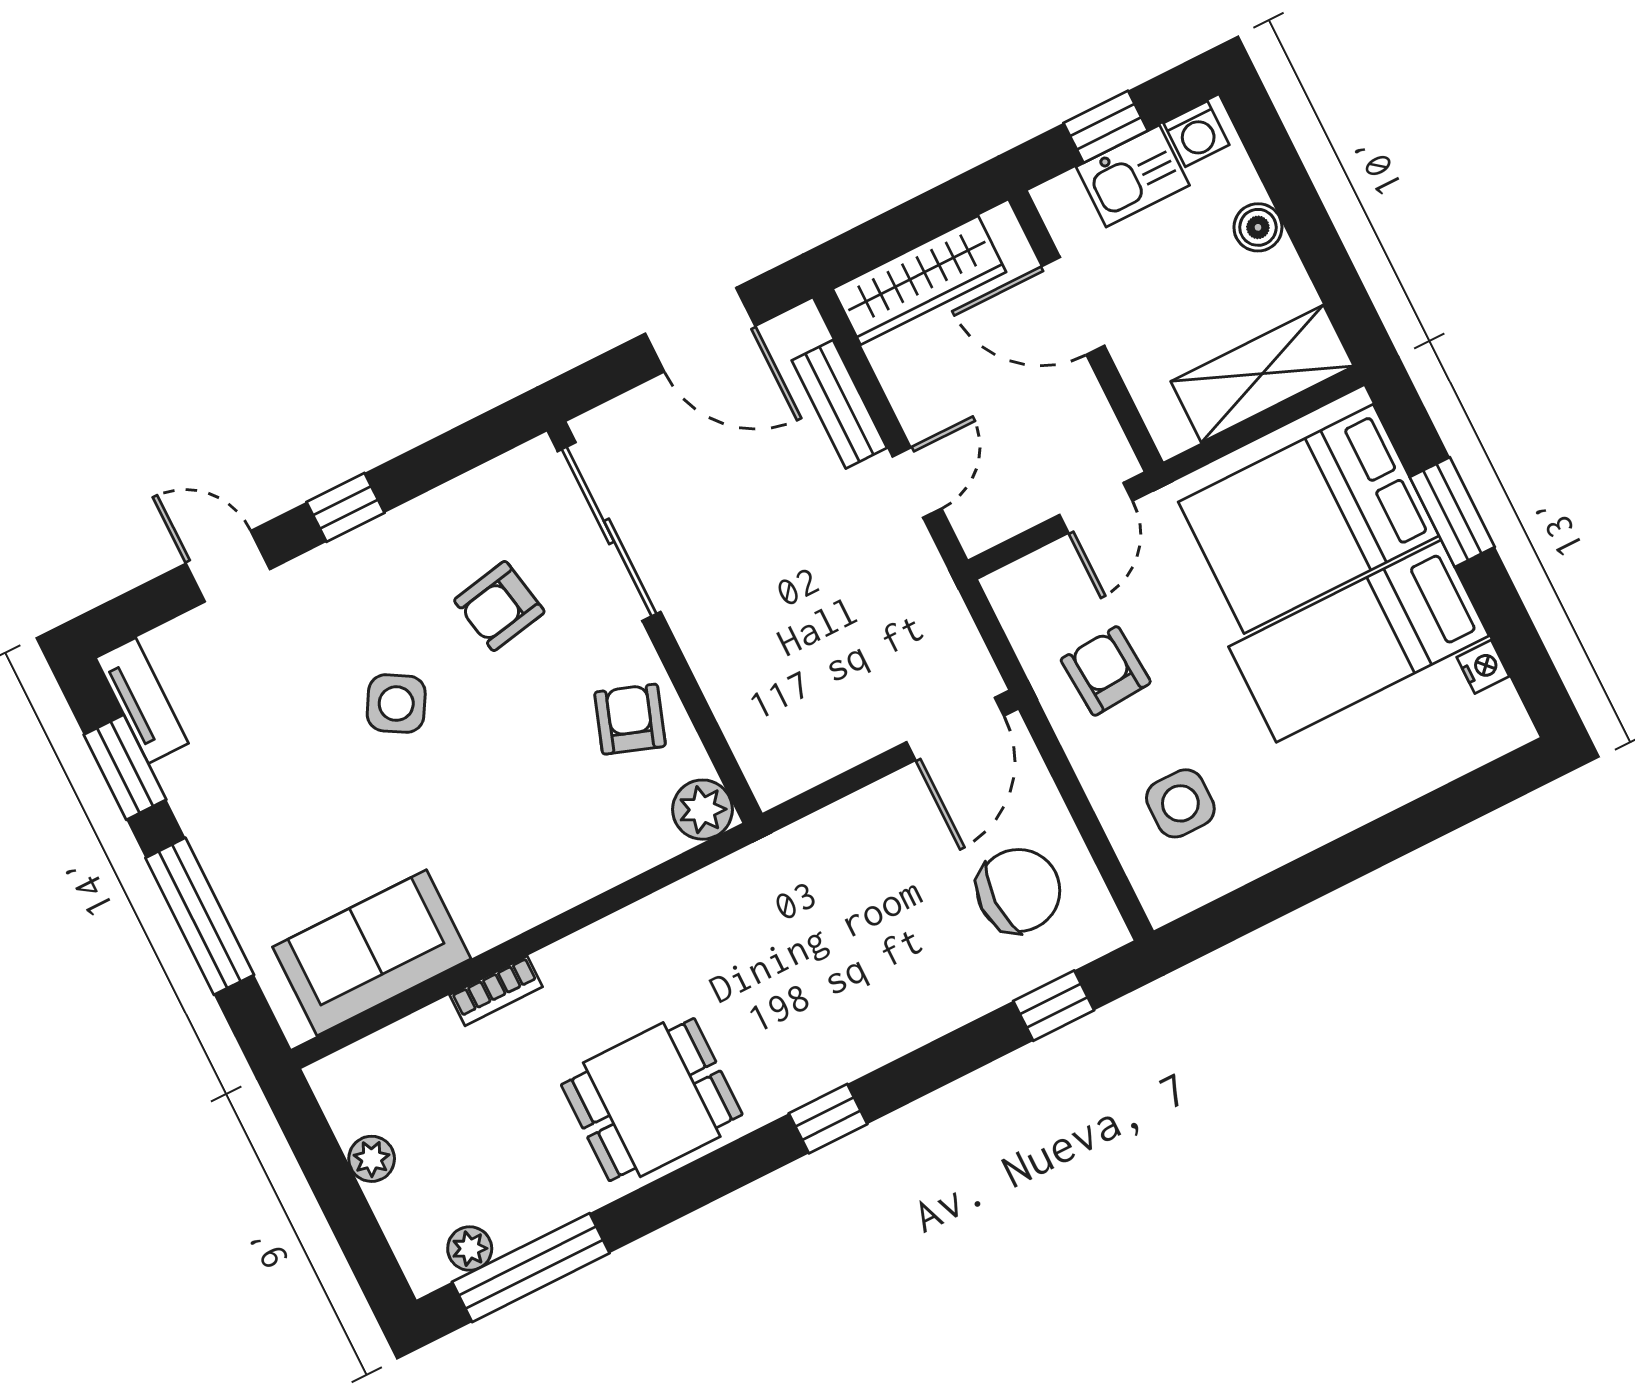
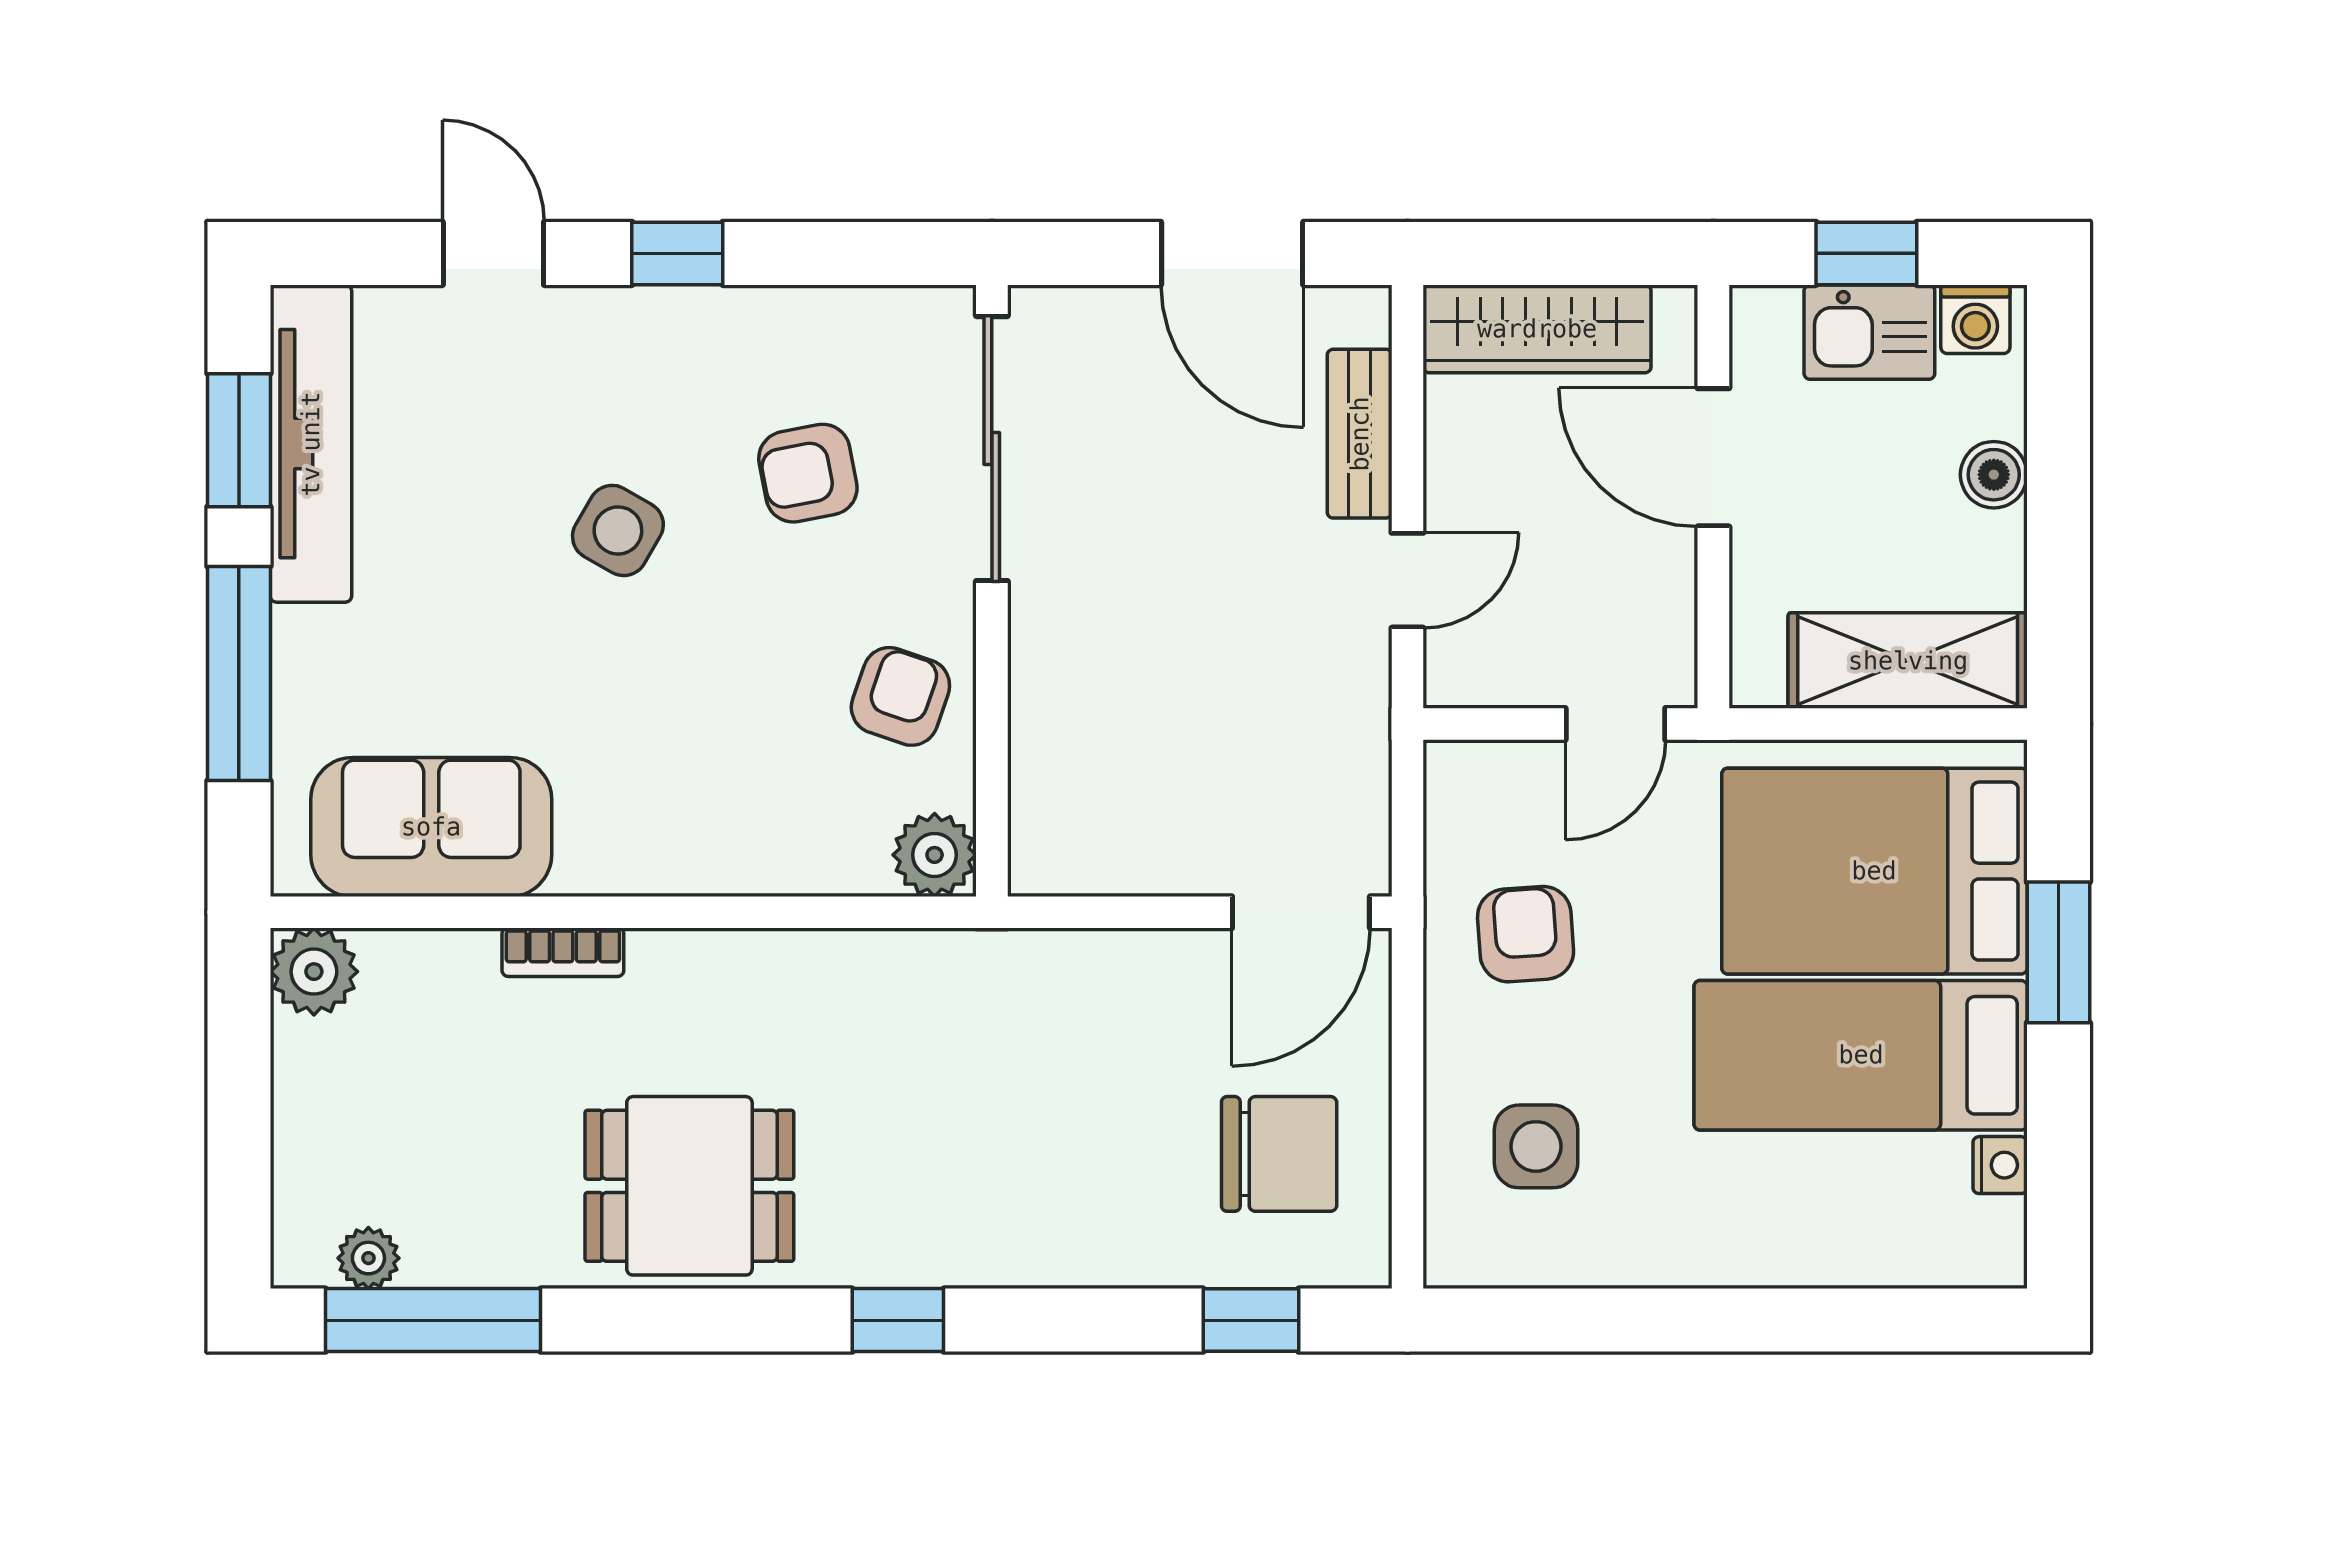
tv unit: (142, 701) -> (311, 444), width x1.92, depth x1.29
plant: (372, 1159) -> (314, 972), moved, width x1.38, depth x1.38

